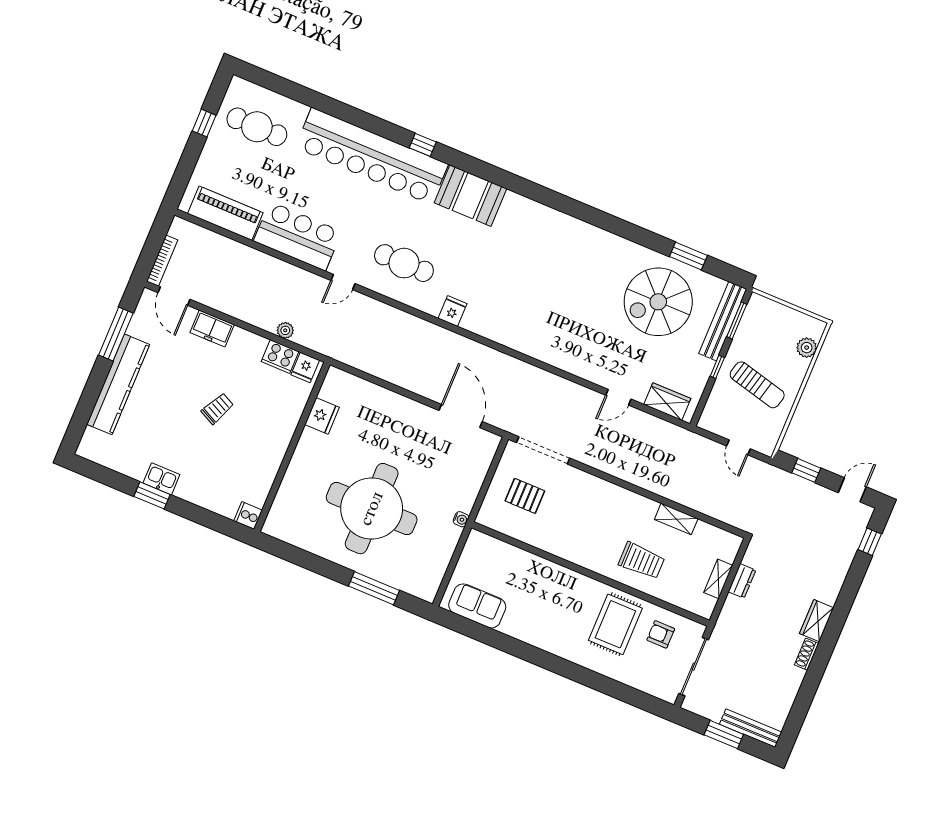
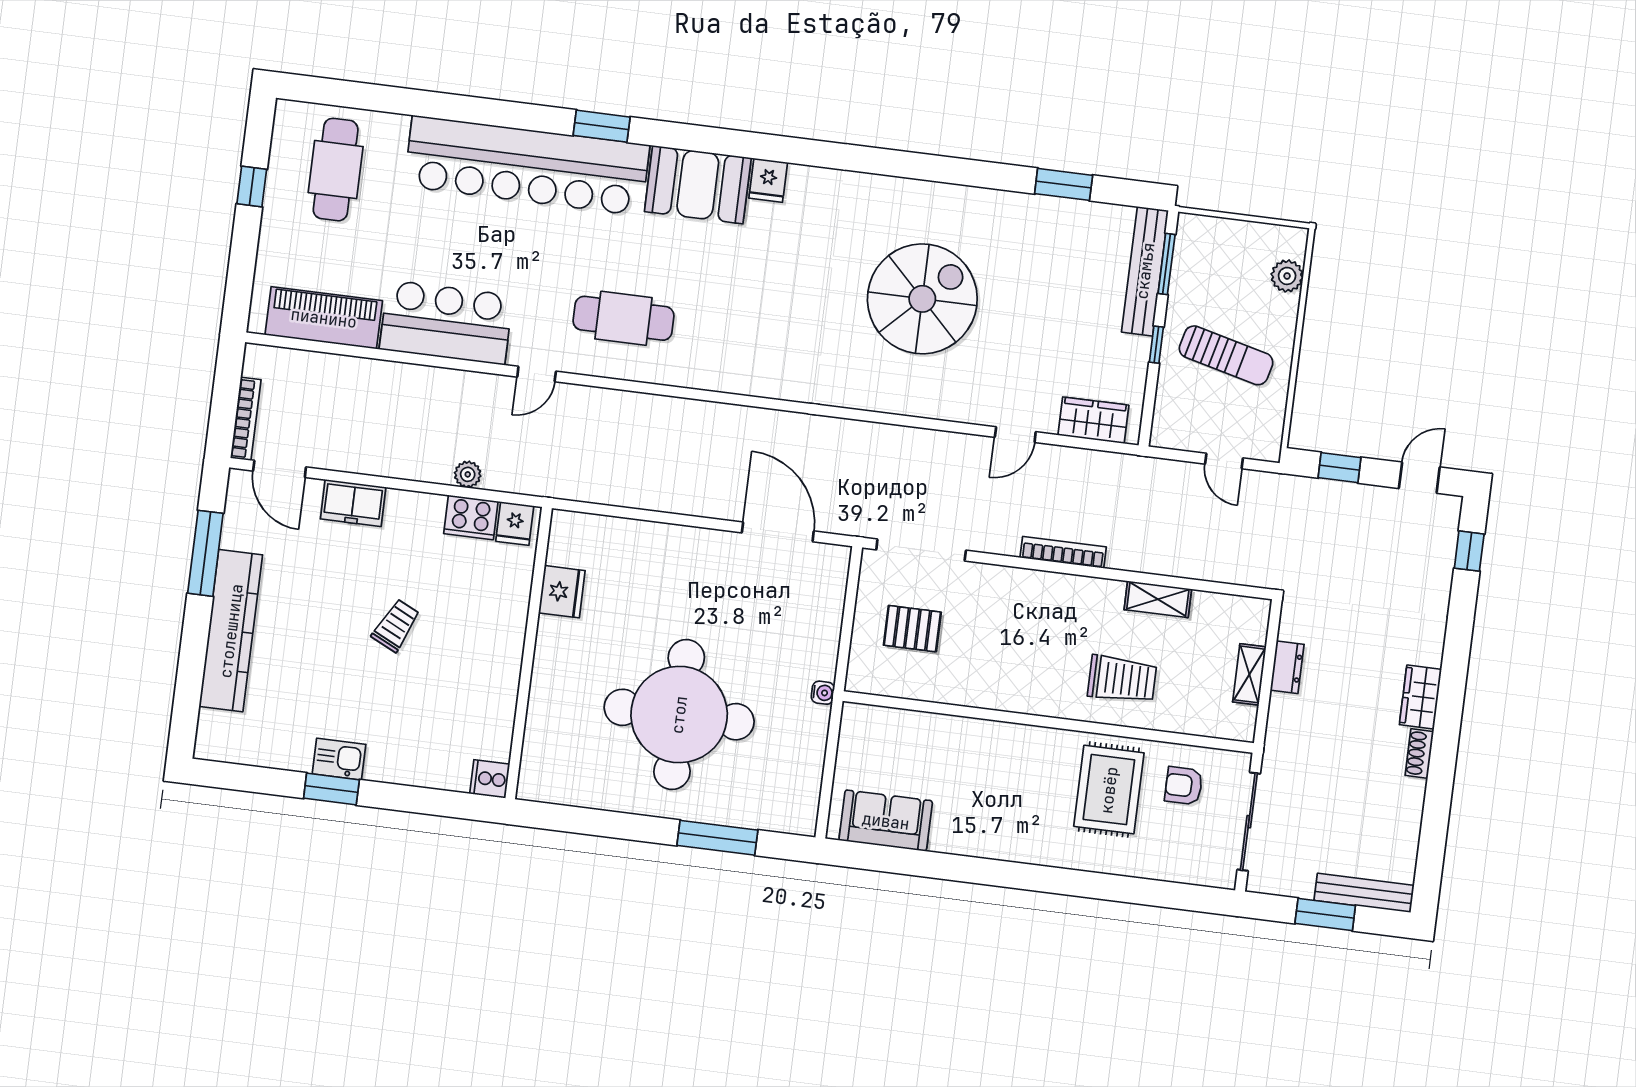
cafe table: (257, 127) -> (336, 170), turned 90
window: (423, 145) -> (602, 126), width x1.50
spiral stairs: (658, 302) -> (922, 299), moved, turned 180
fridge: (452, 311) -> (768, 180), moved, turned 180
bookcase: (627, 475) -> (1063, 552), added

